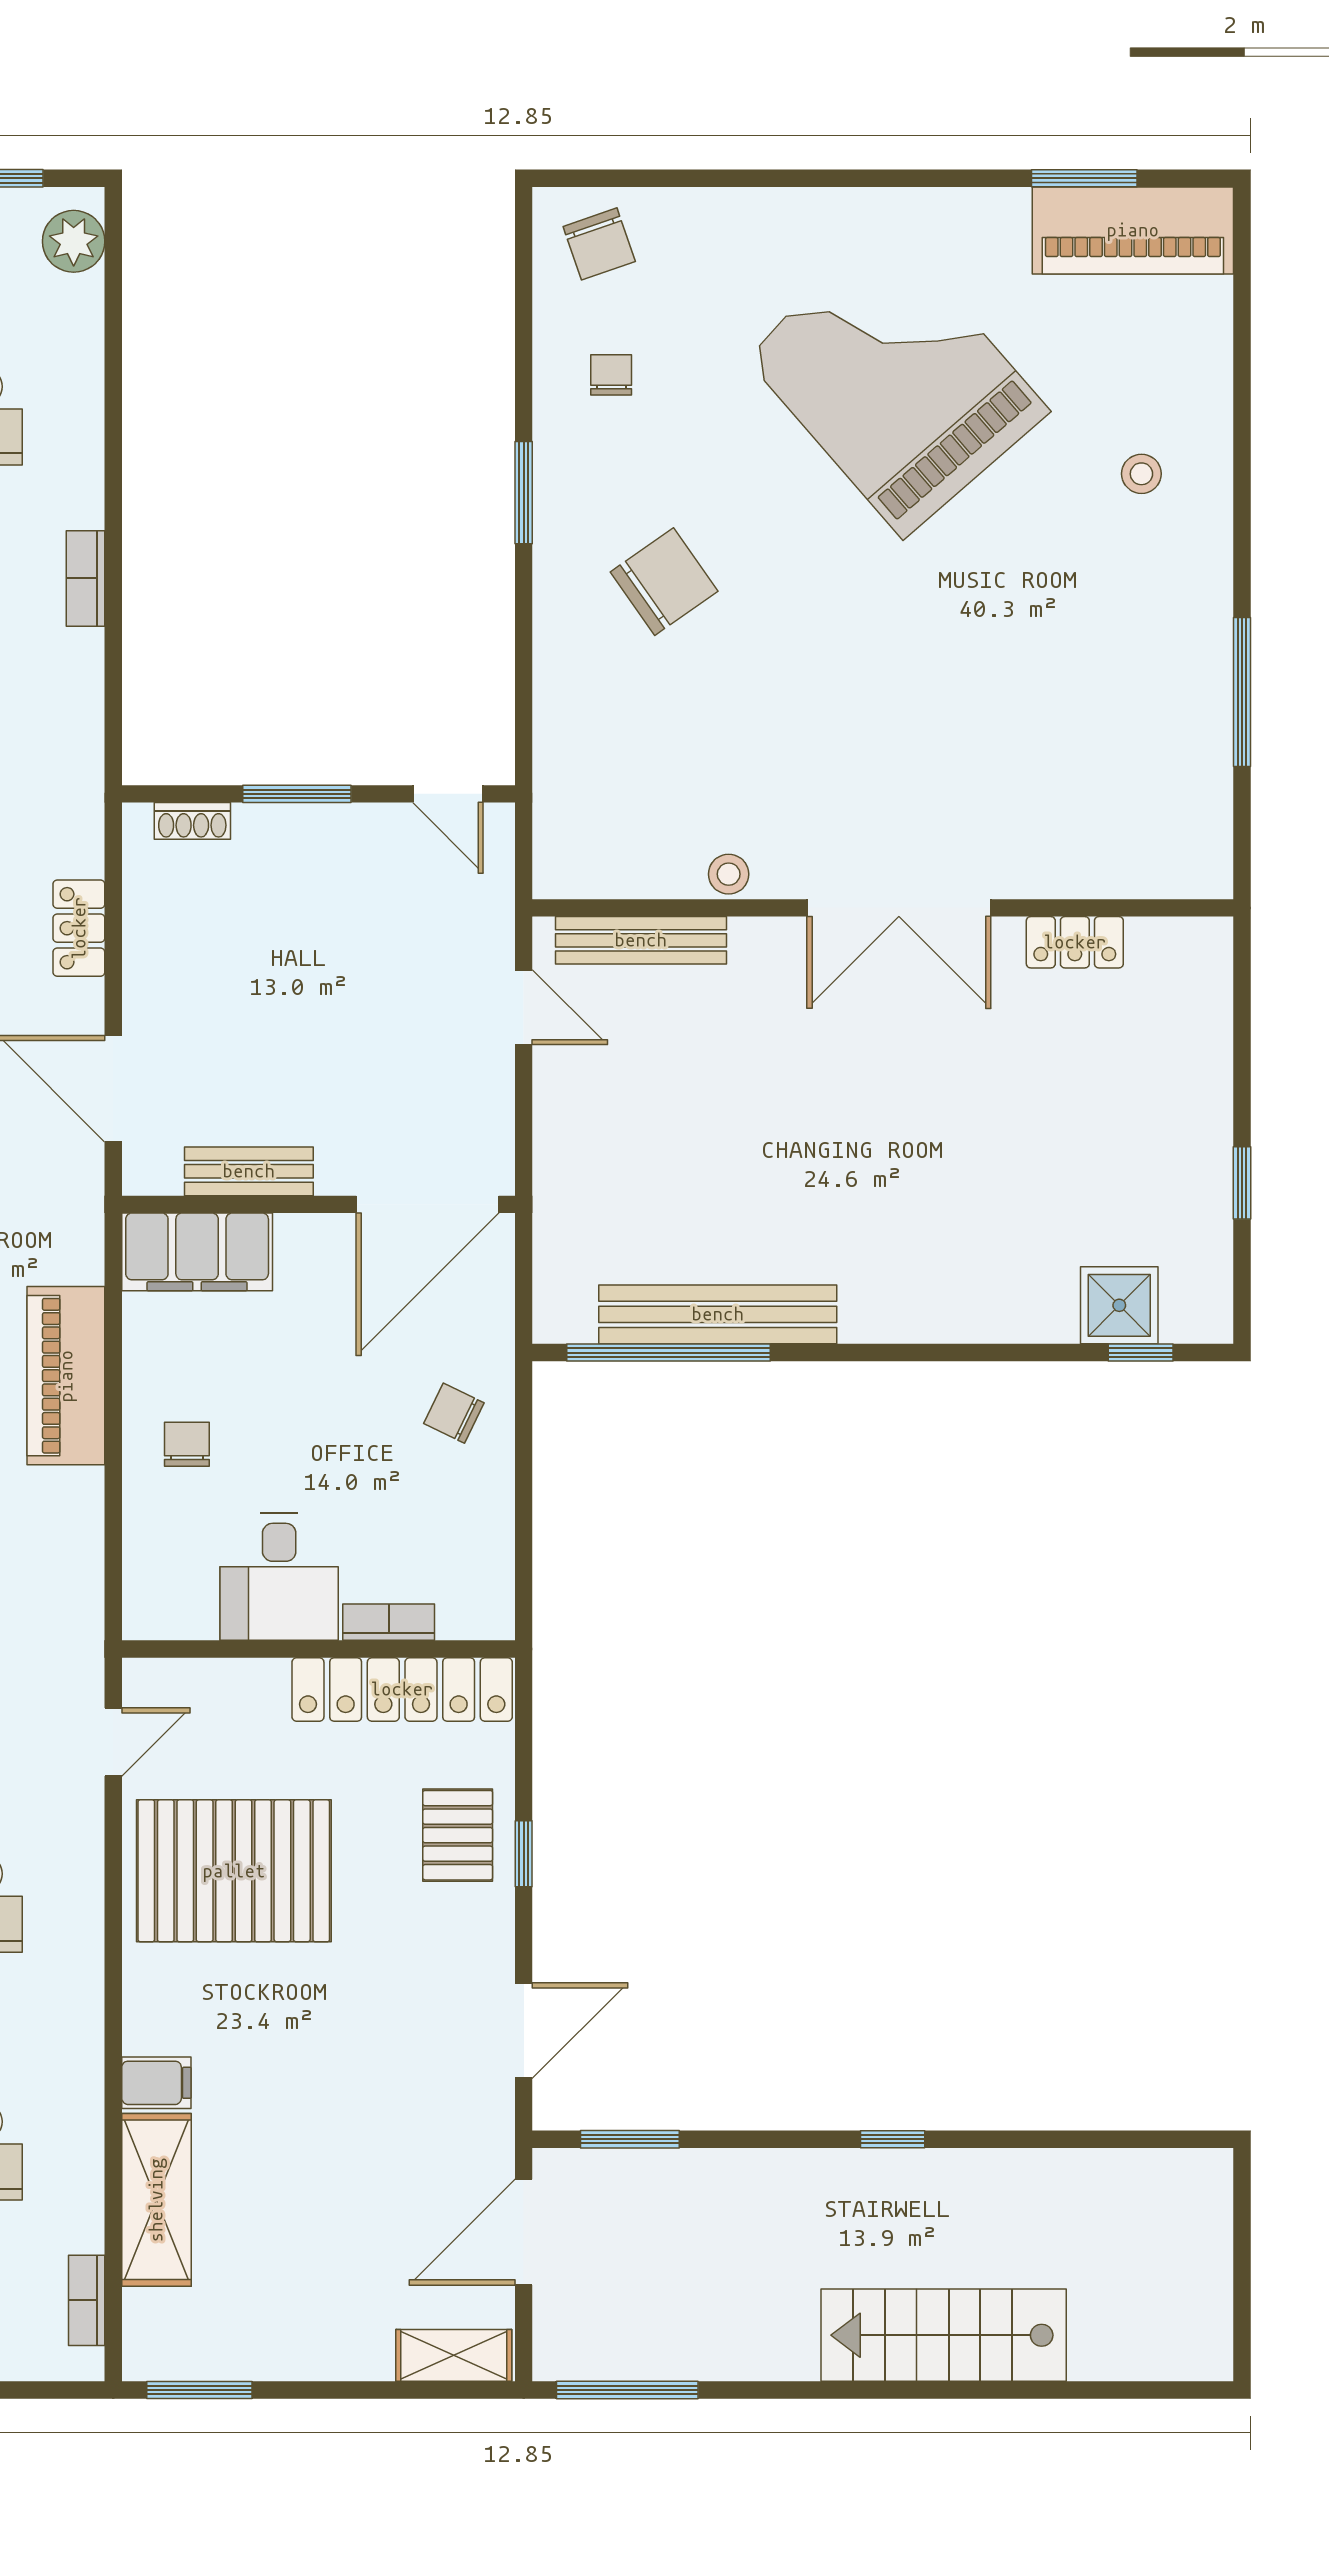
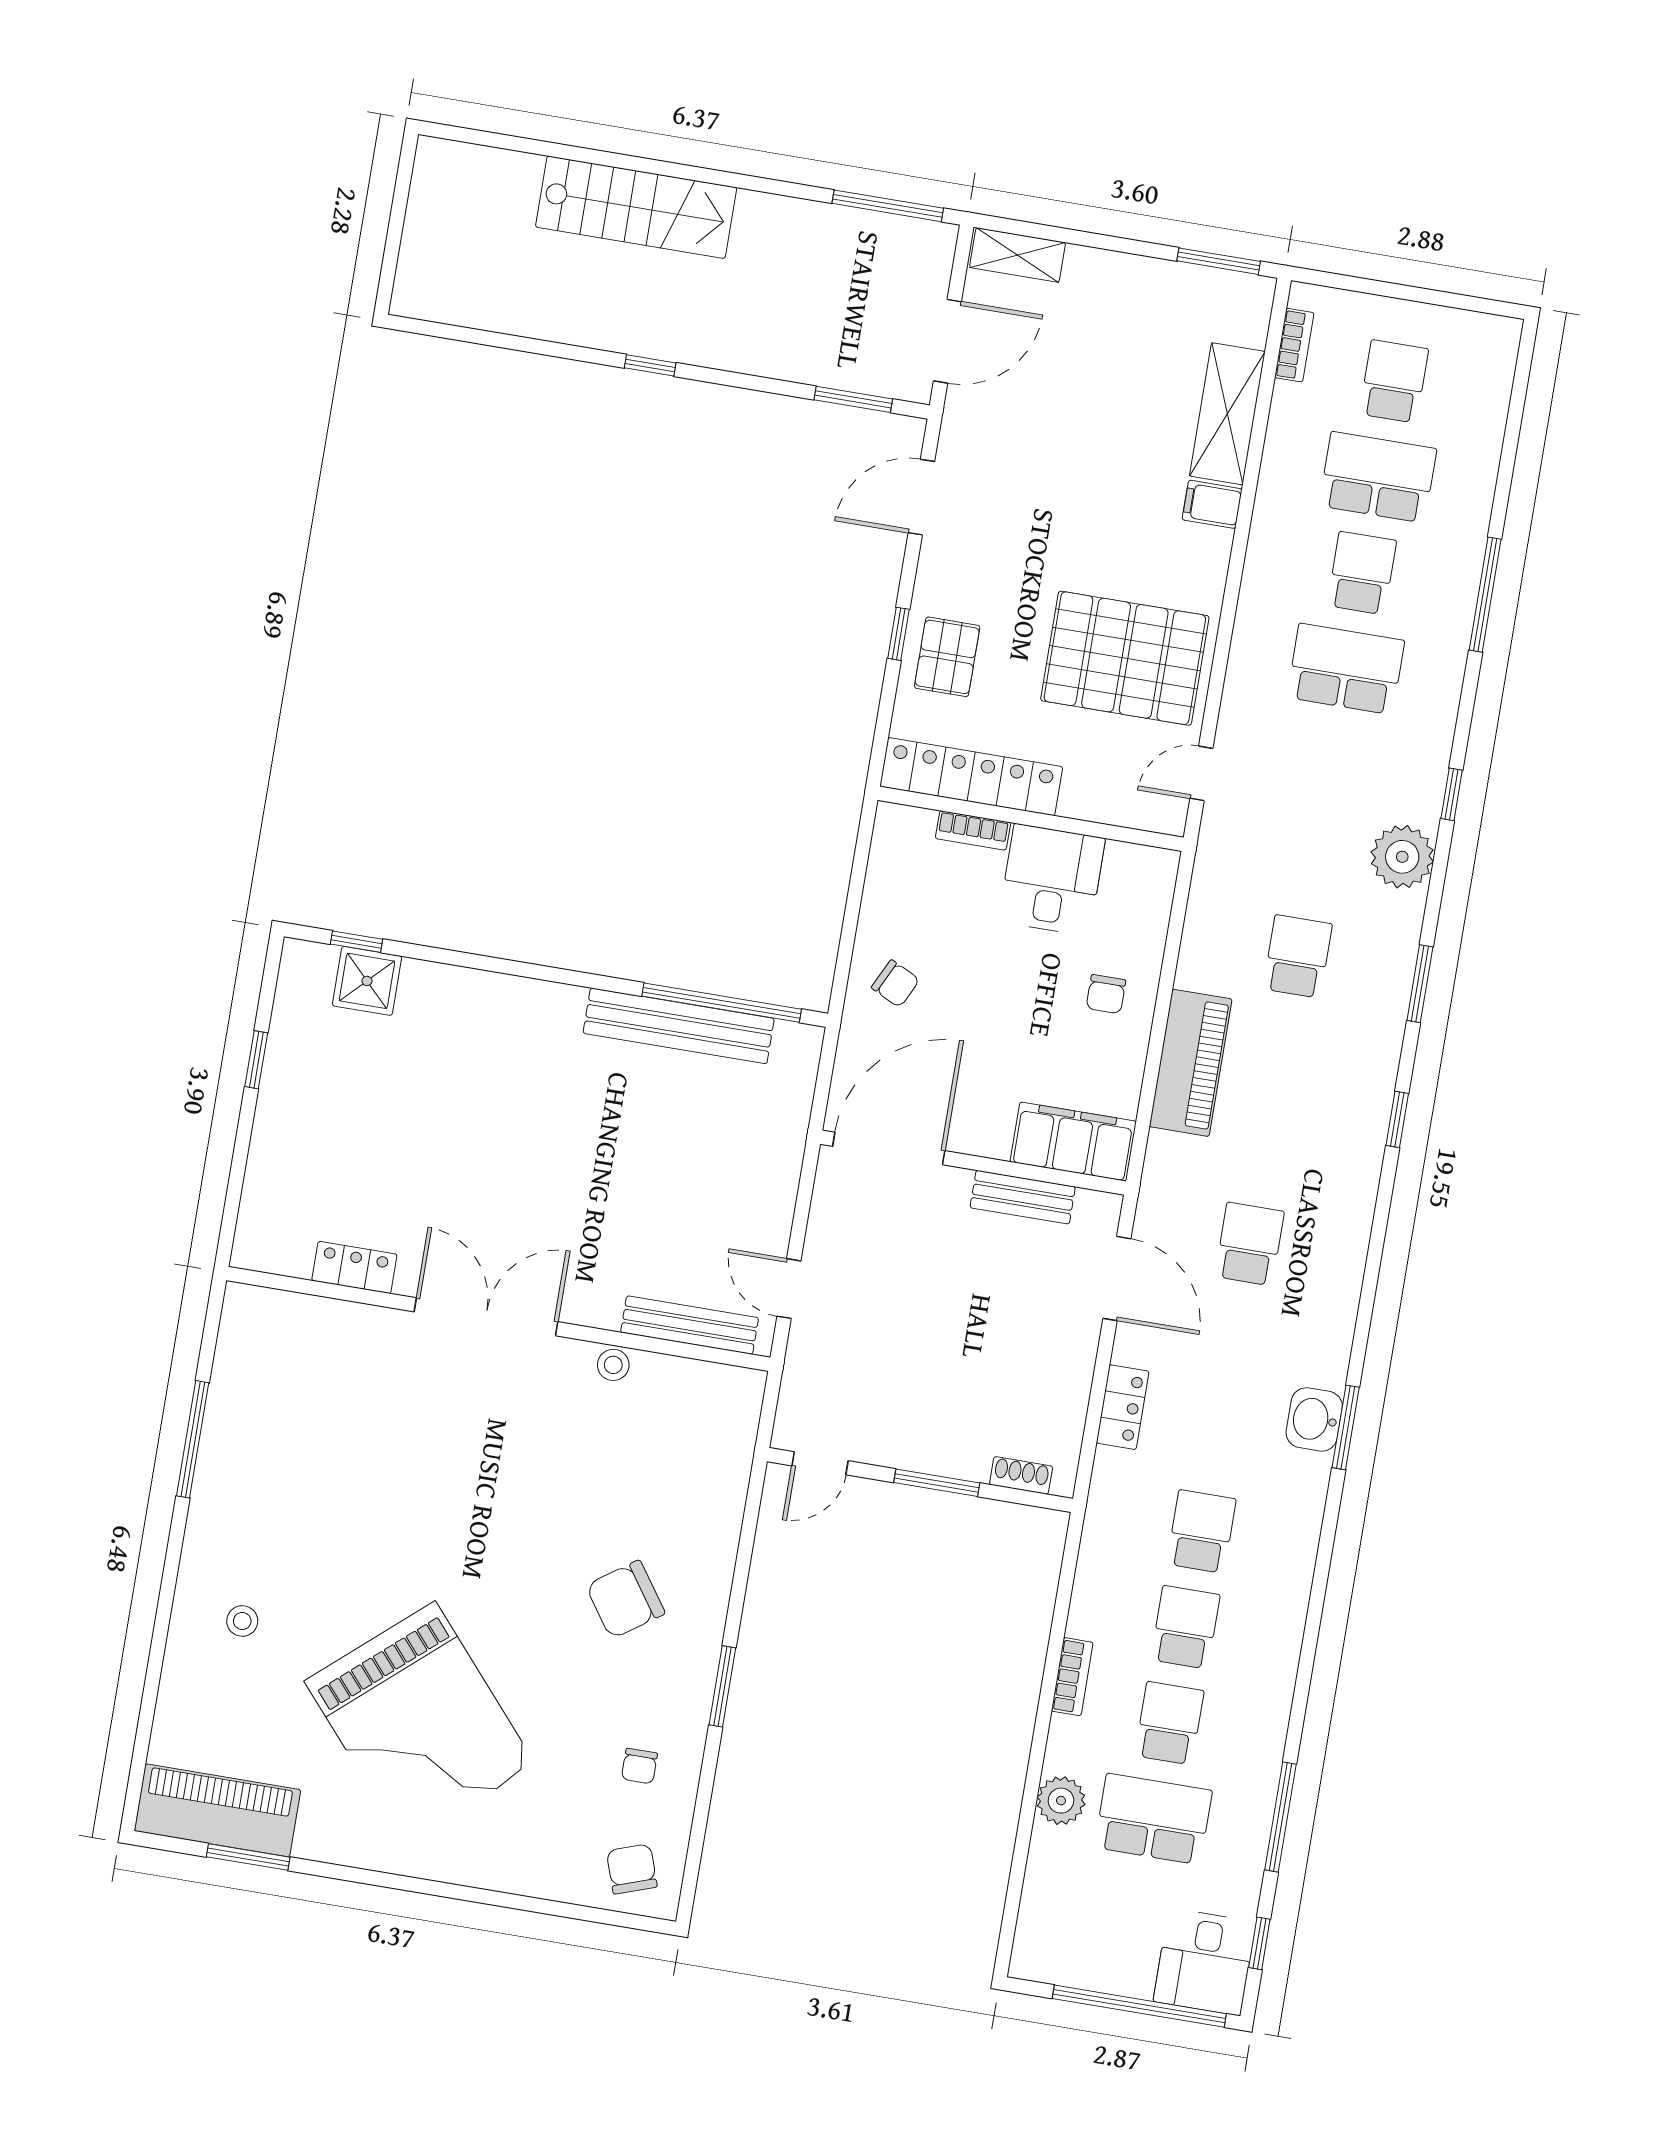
plant: (74, 241) -> (1061, 1801), moved
door: (448, 794) -> (820, 1463), swing flipped

